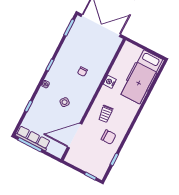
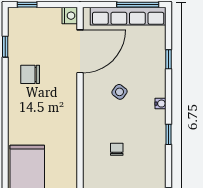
nightstand: (110, 82) -> (70, 16), moved
trolley: (106, 114) -> (52, 106), removed
row of seats: (33, 138) -> (128, 16), width x1.36

